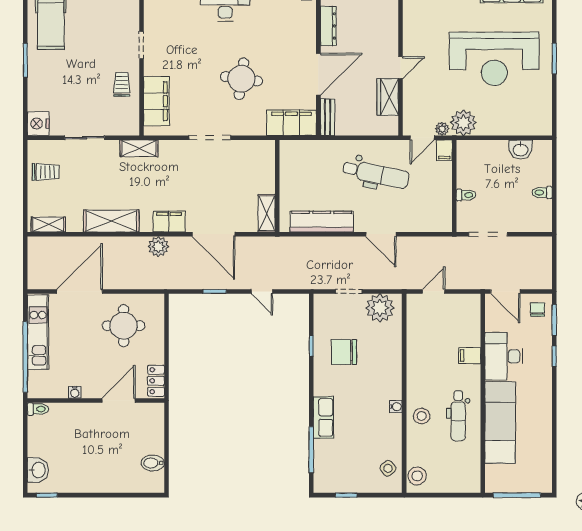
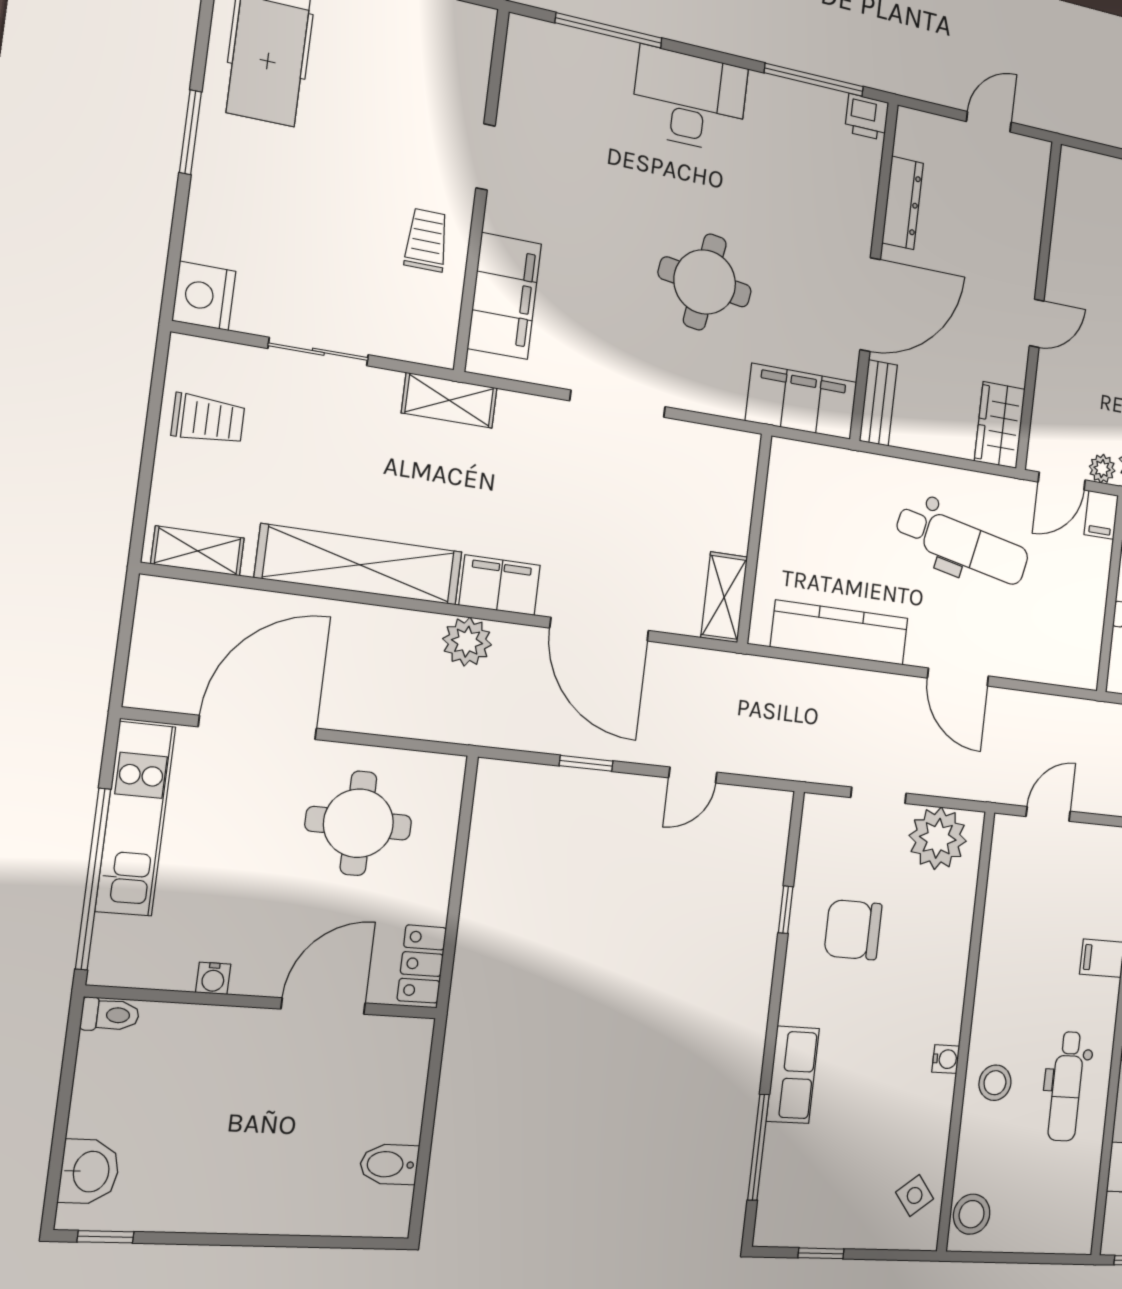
wardrobe: (388, 97) -> (1000, 425), moved
shelving: (111, 221) -> (360, 565), width x1.47
door: (262, 291) -> (693, 775), hinge flipped

